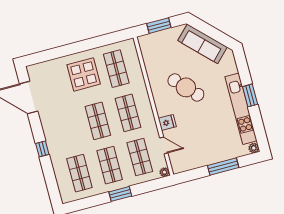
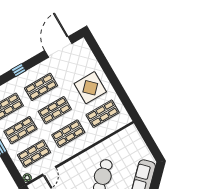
window: (159, 26) -> (148, 140), removed
fridge: (167, 123) -> (69, 169), removed
shop shelf: (68, 129) -> (41, 87), added

